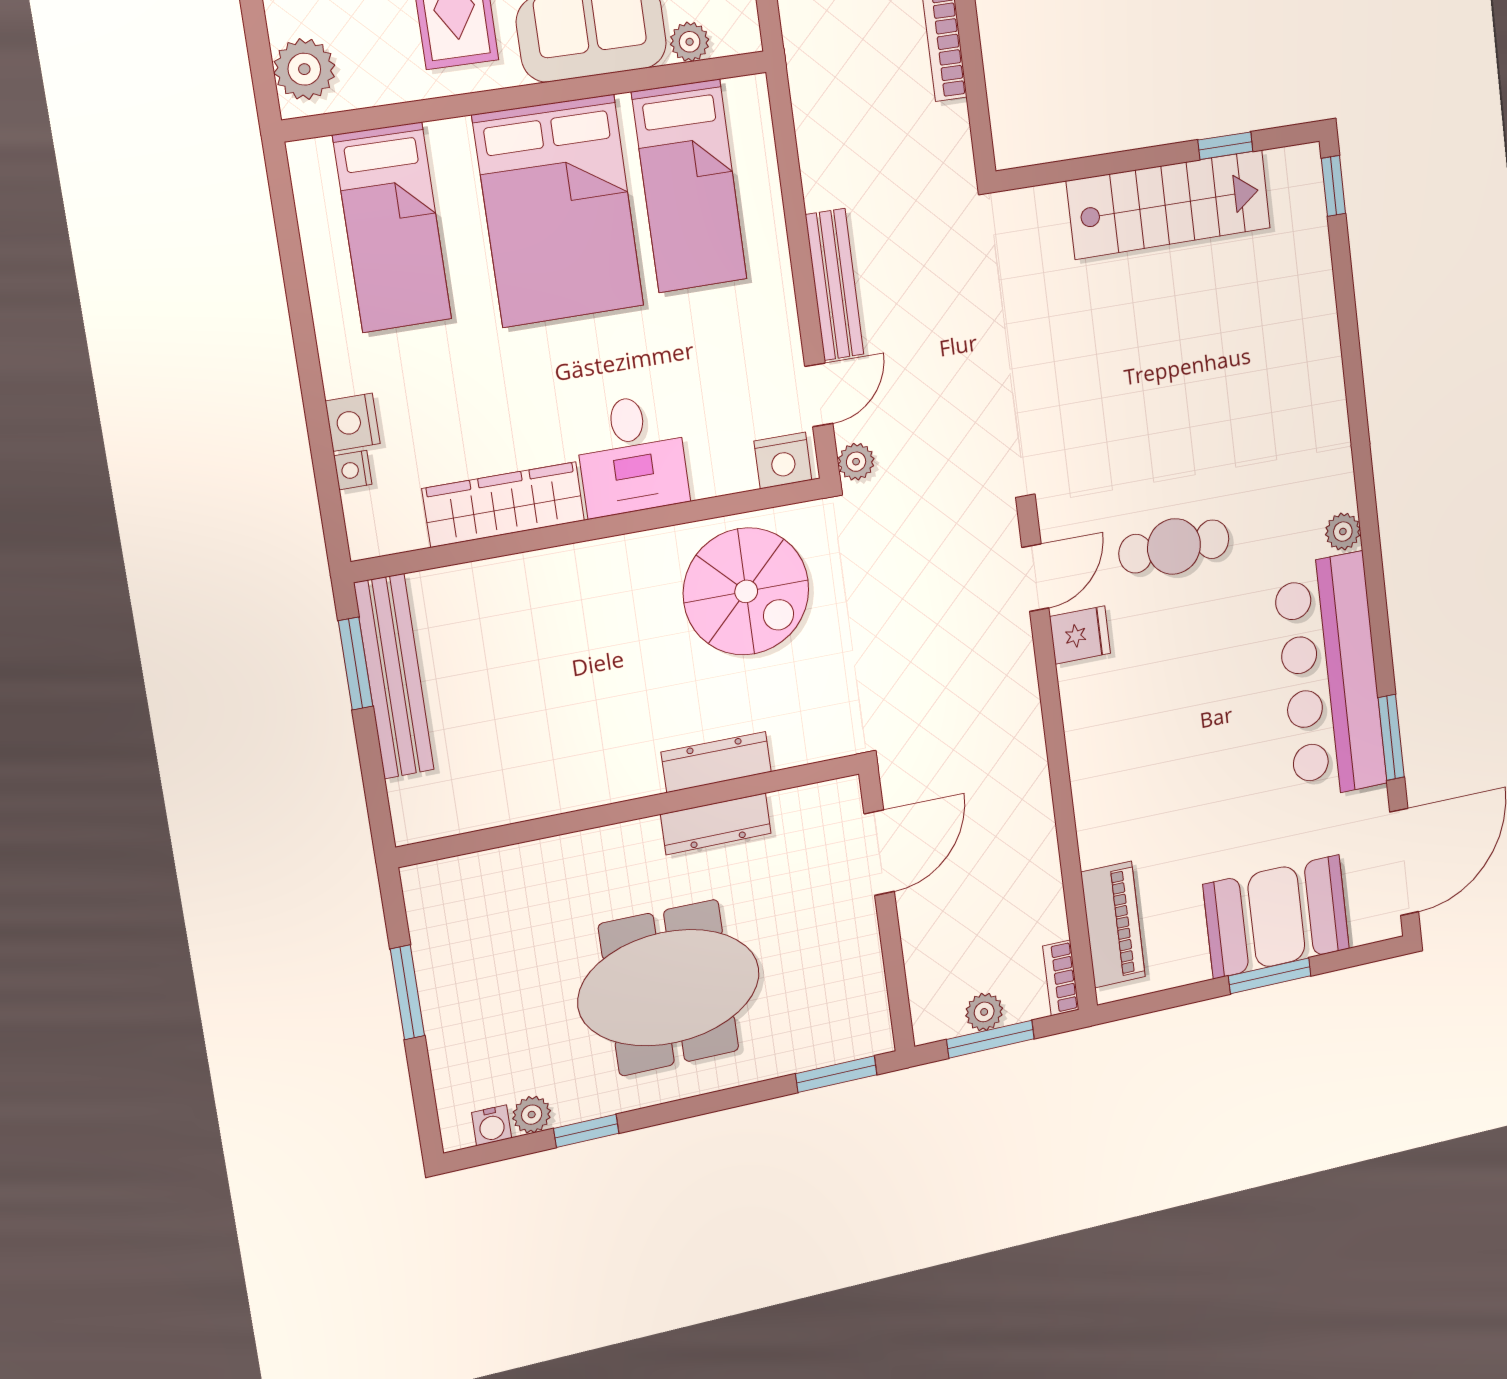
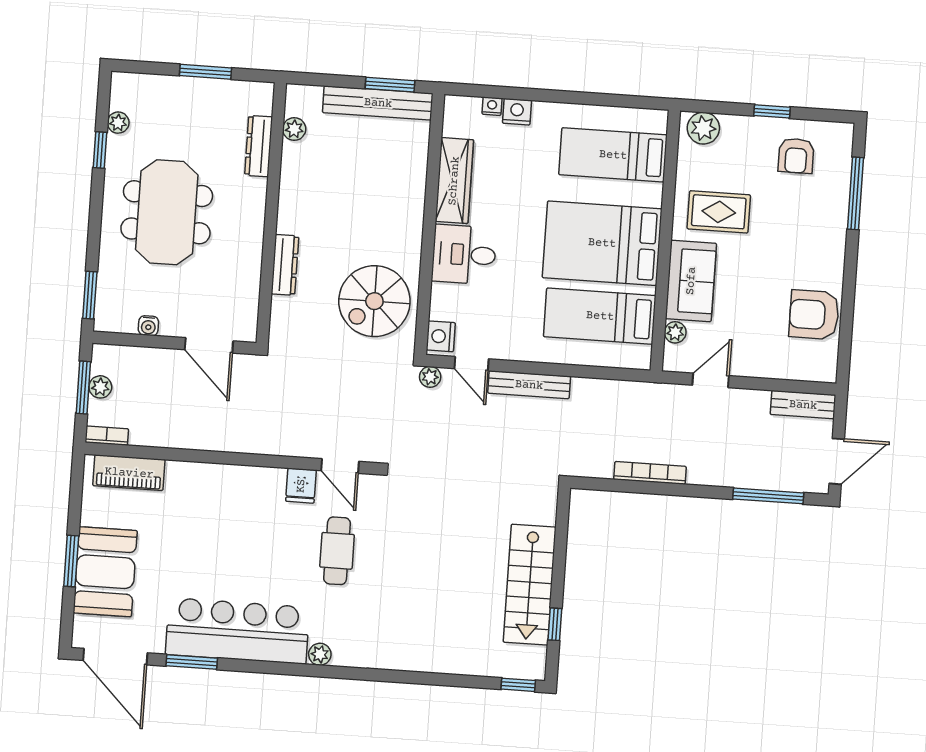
plant: (475, 811) -> (294, 129), added
dresser: (716, 824) -> (259, 146), moved
water cooler: (492, 1125) -> (148, 326), moved, turned -90

